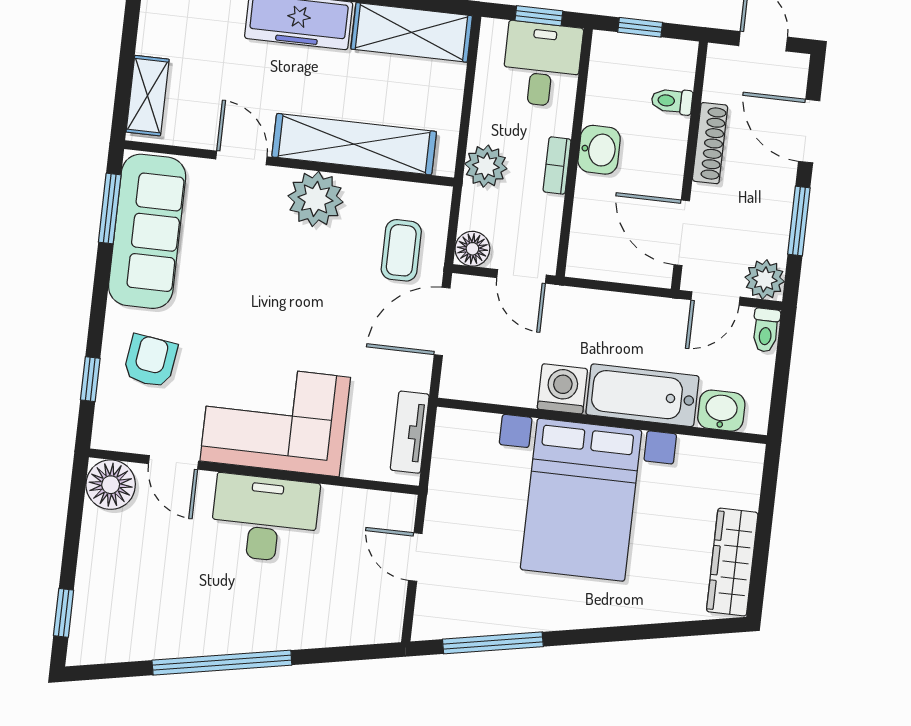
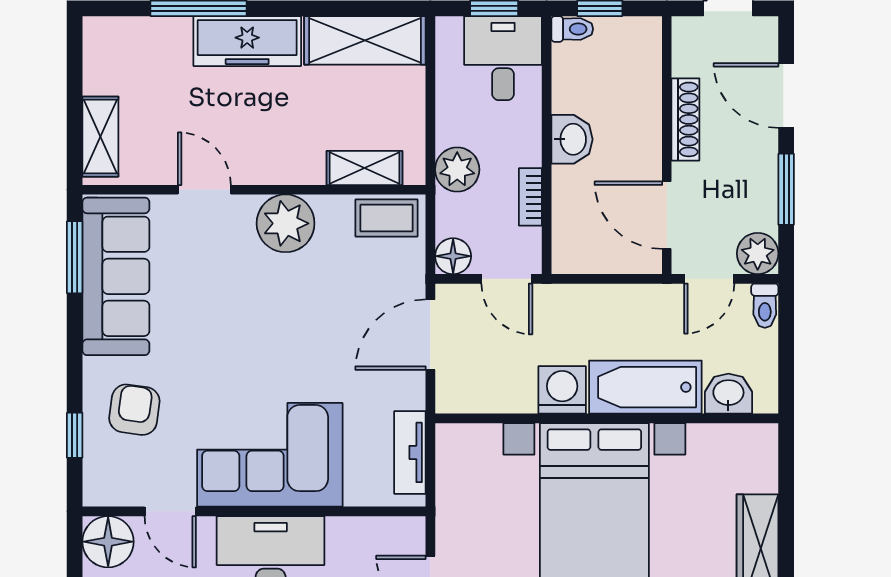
toilet: (672, 101) -> (572, 29), moved, turned 180
shelving: (354, 144) -> (364, 168), width x0.45, depth x0.75
bookcase: (557, 166) -> (530, 197), moved
coffee table: (401, 250) -> (386, 218), moved, turned 90

